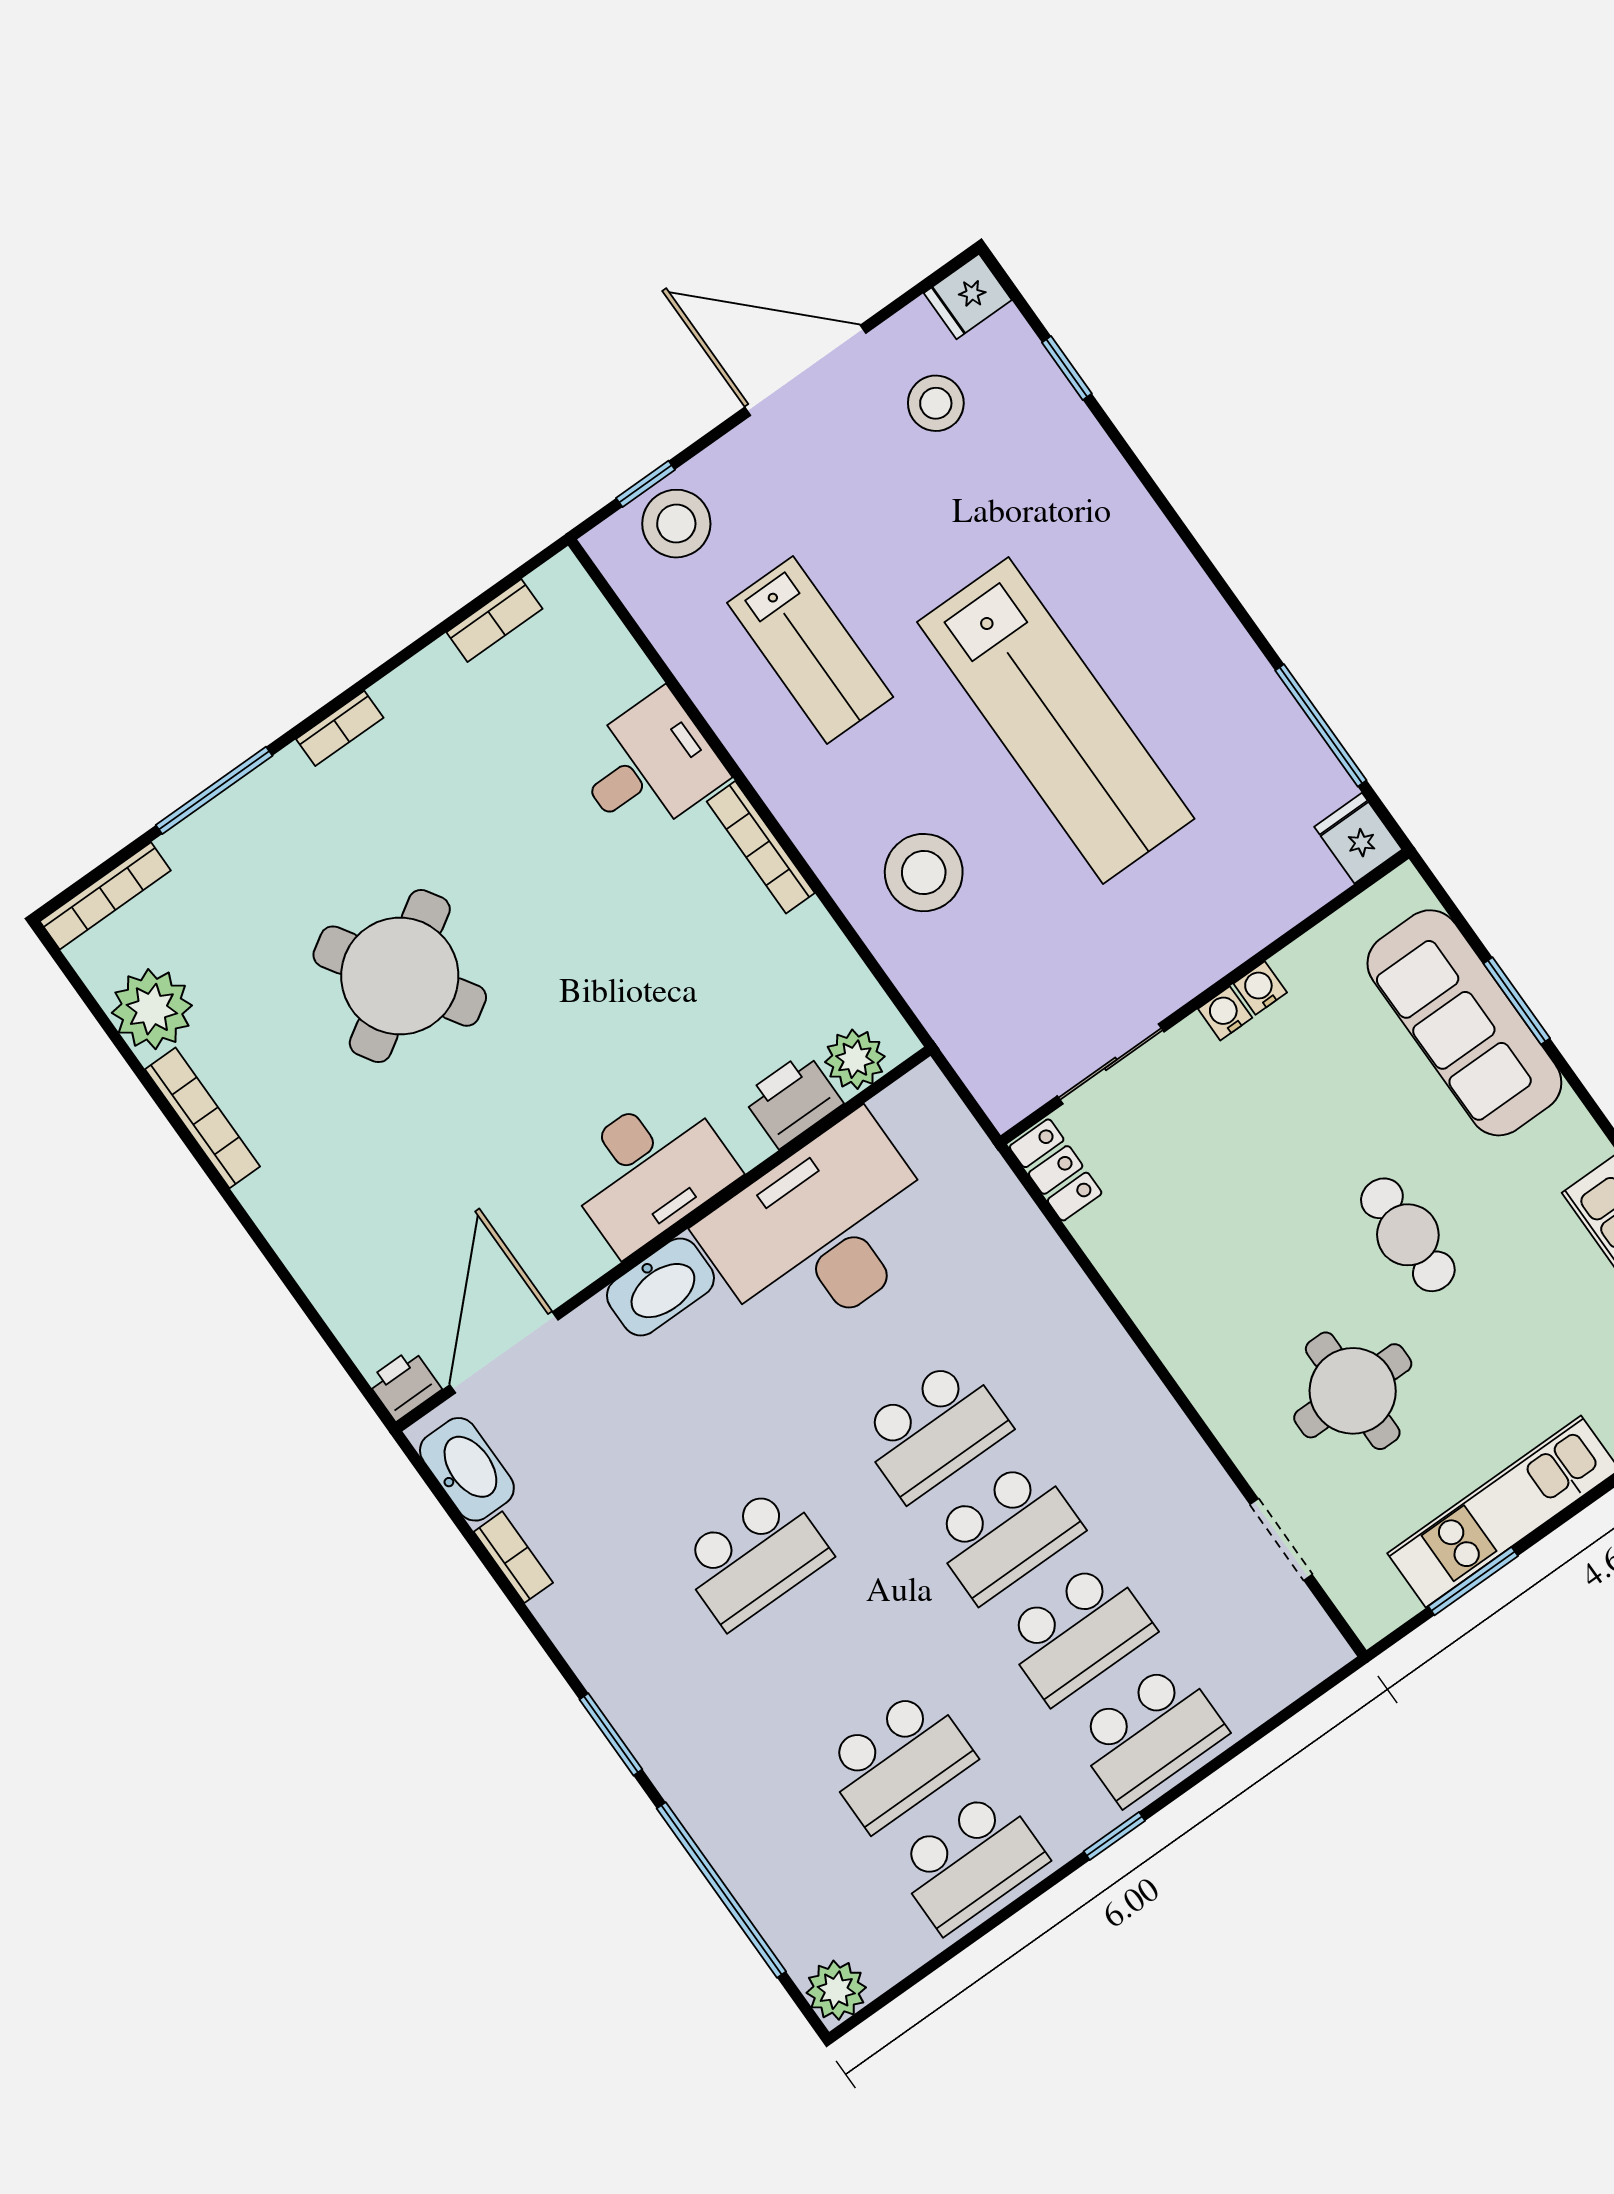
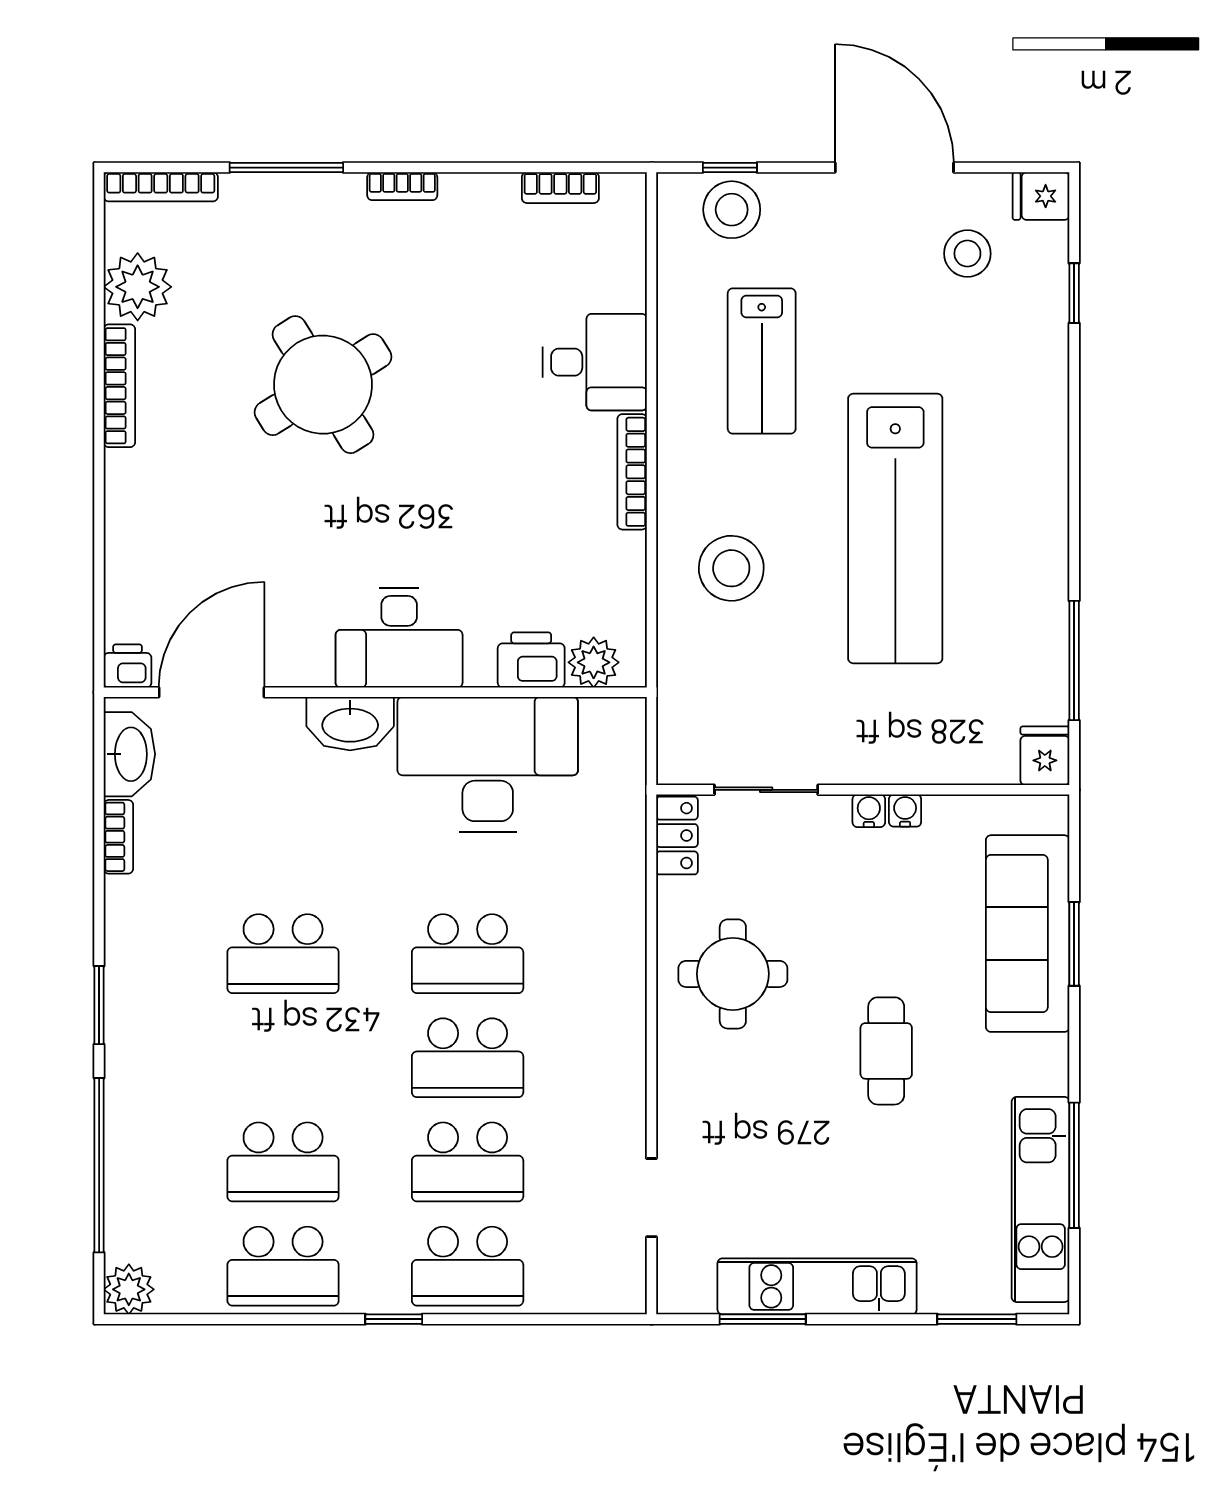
round table: (1353, 1391) -> (733, 974), moved

